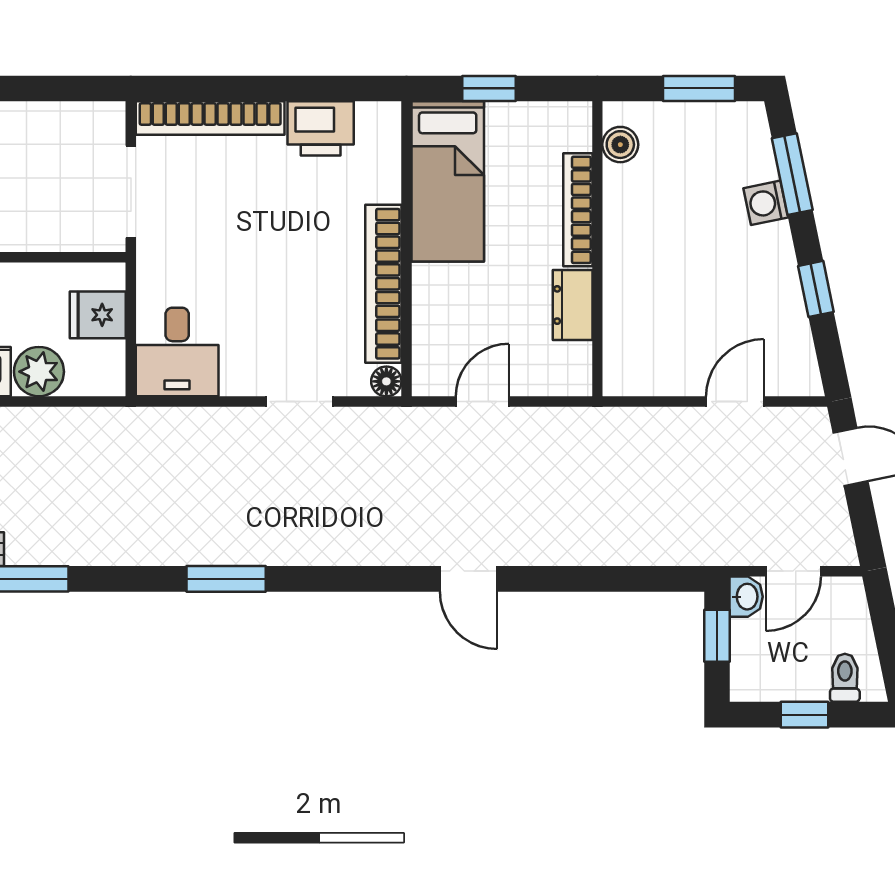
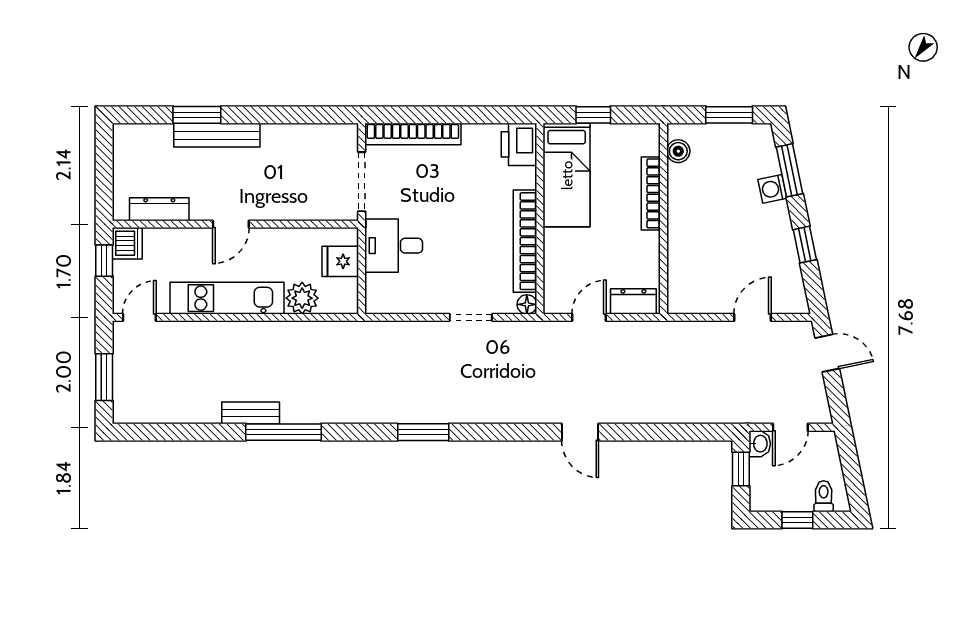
printer: (321, 128) -> (519, 144), moved, turned 90
dresser: (573, 305) -> (633, 301), moved, turned 90
desk: (177, 352) -> (394, 246), moved, turned 90

